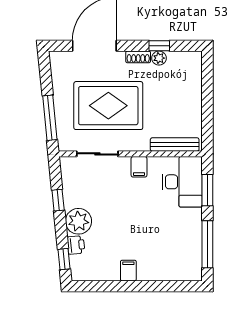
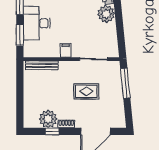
plant: (159, 58) -> (48, 119), width x1.87, depth x1.87
rug: (108, 106) -> (86, 91), width x0.54, depth x0.49
desk: (182, 182) -> (37, 23), moved
window: (58, 200) -> (120, 28), removed

